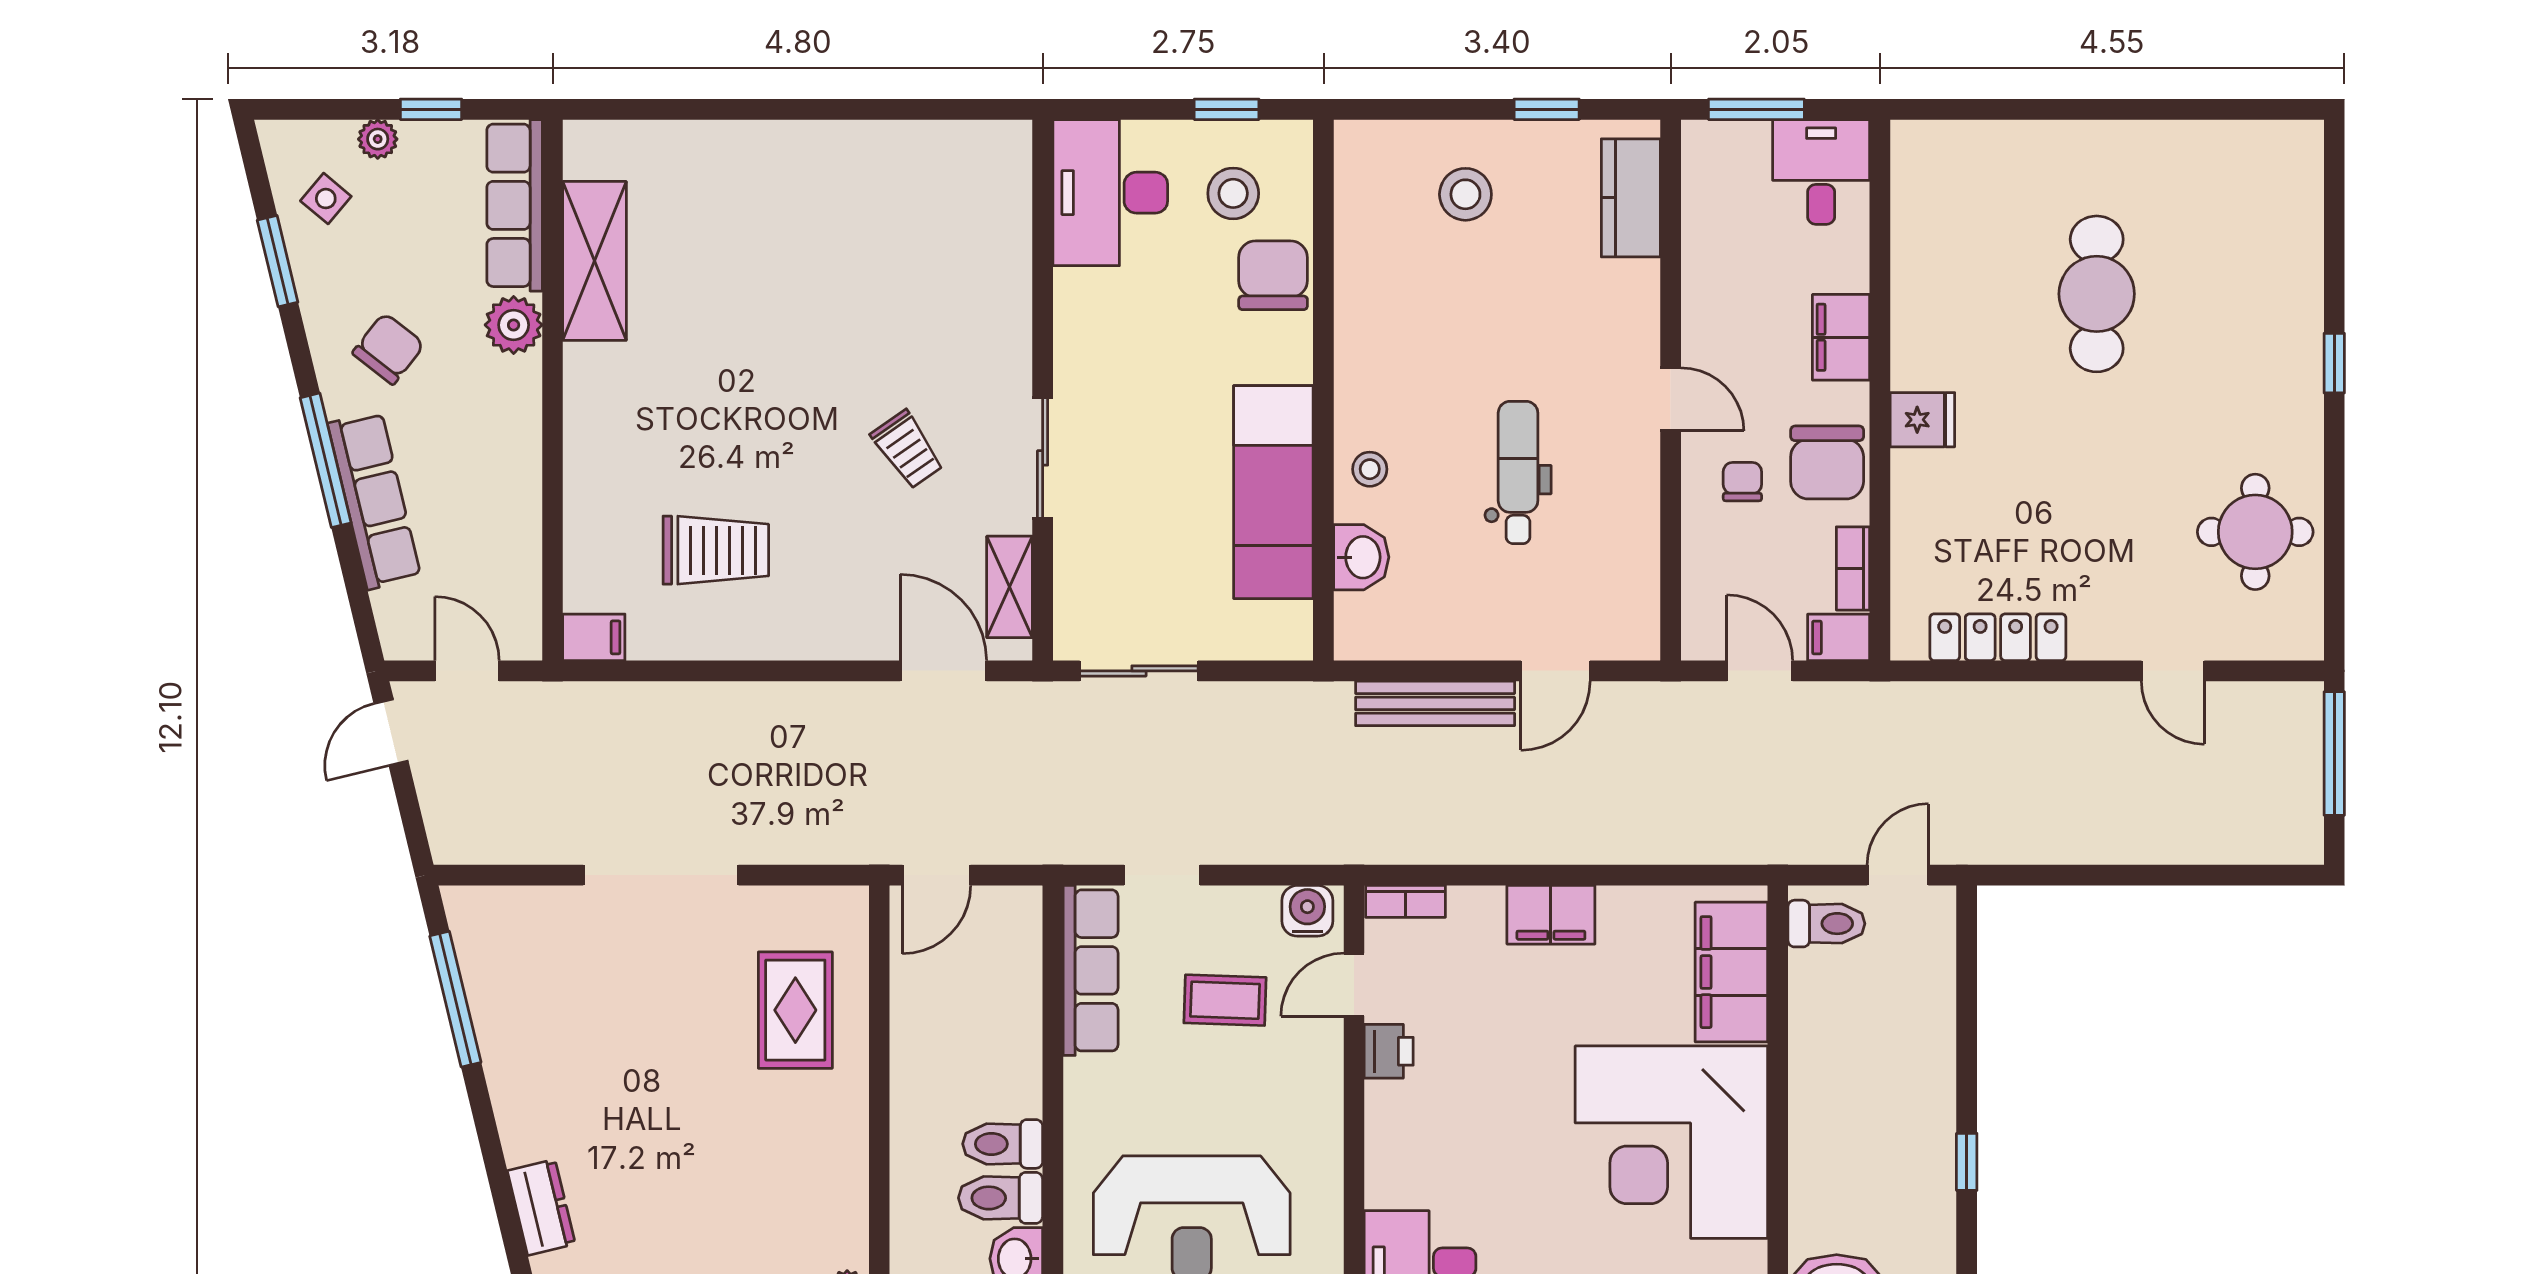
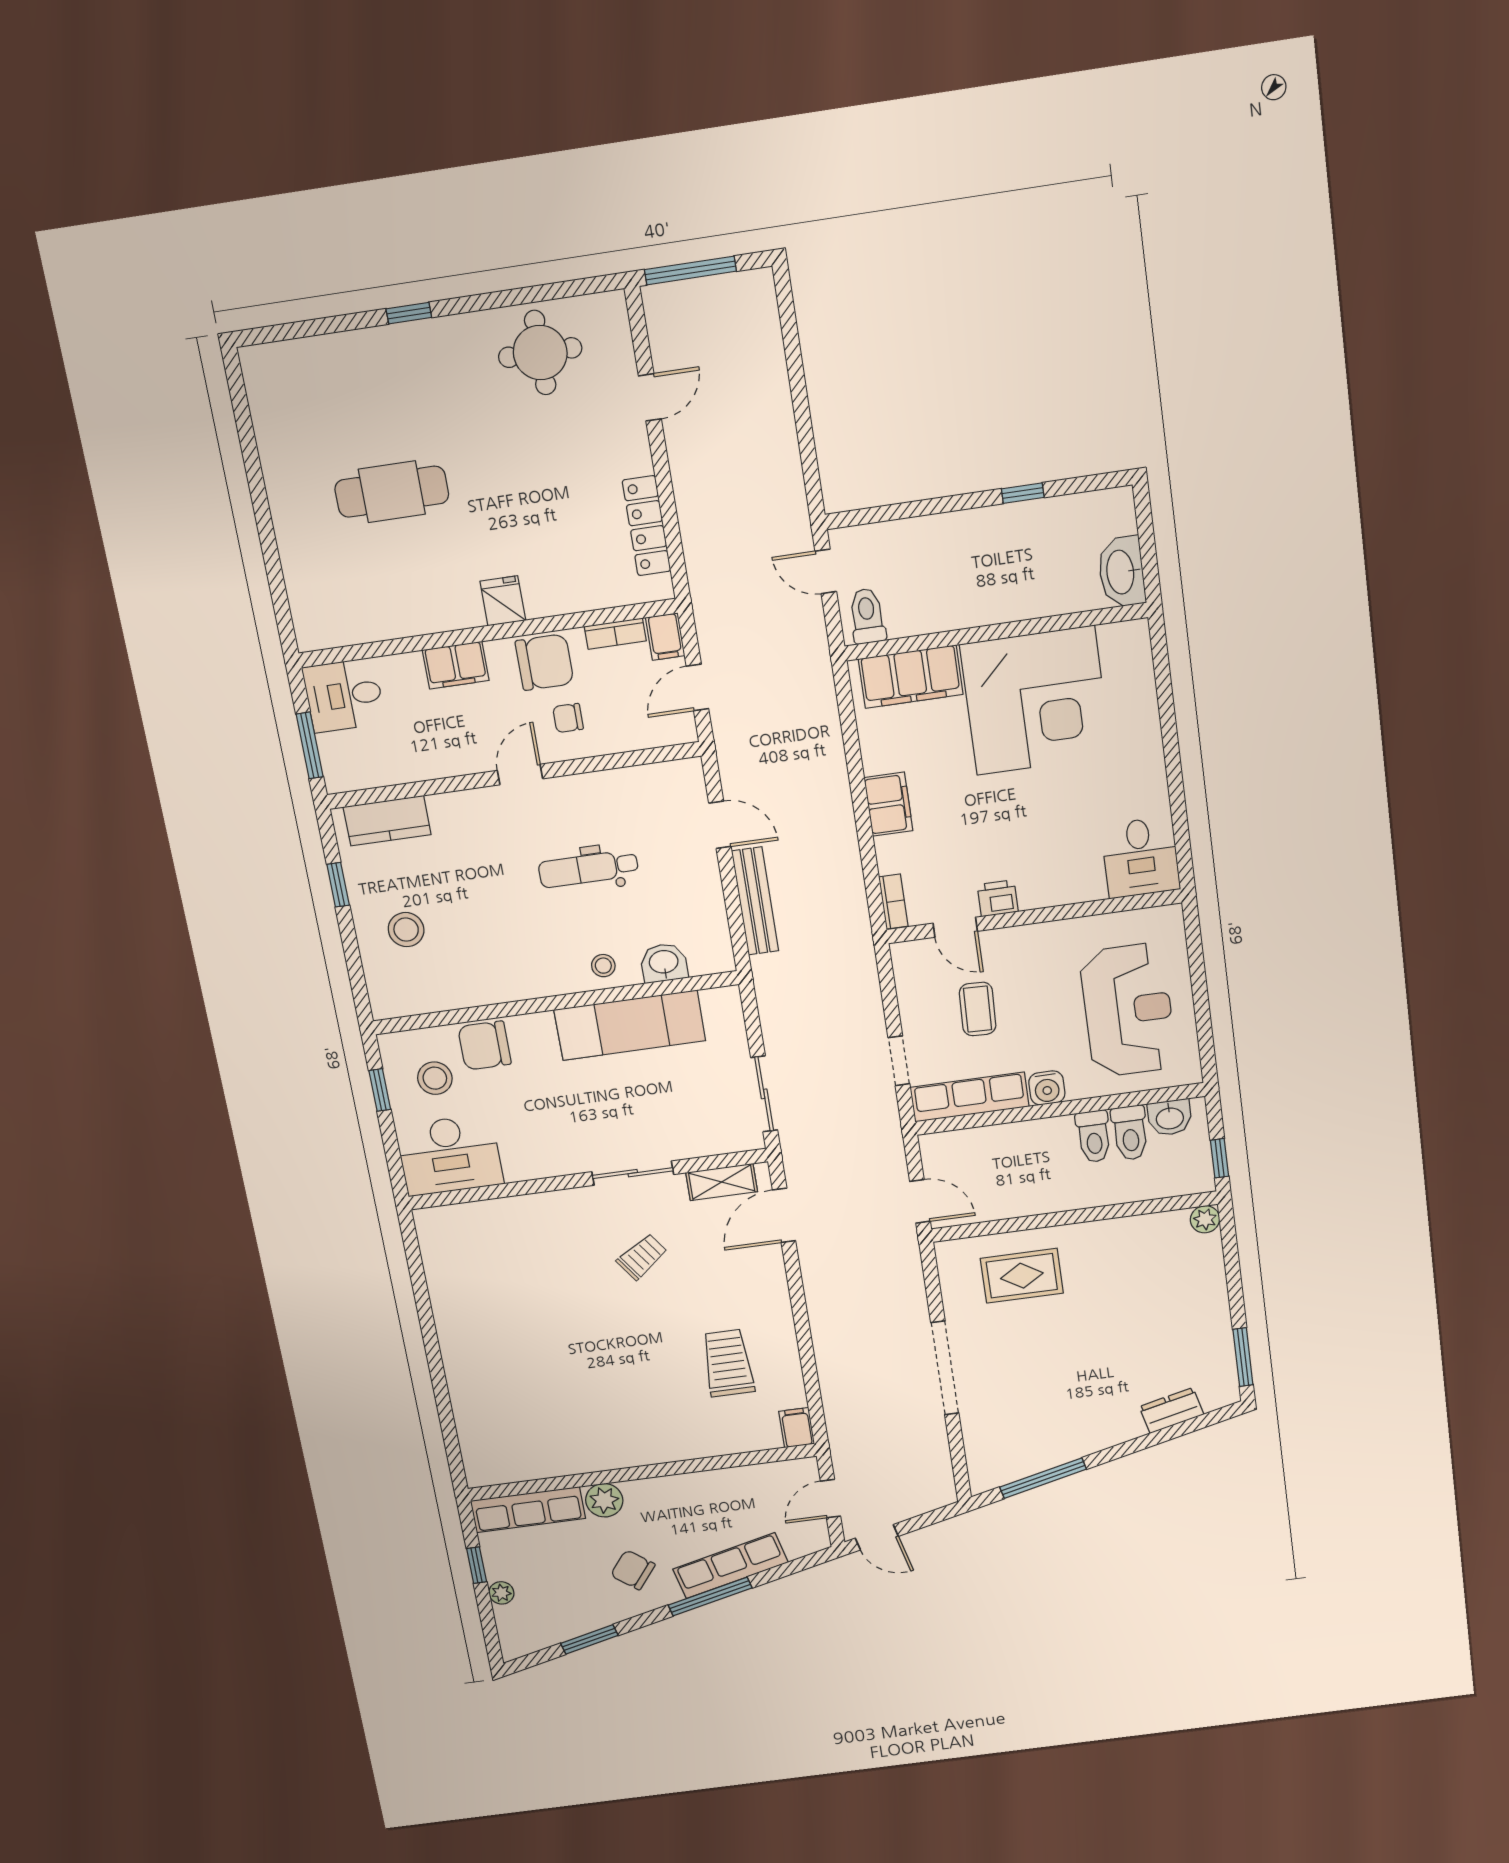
side table: (326, 199) -> (545, 1617), removed
shelving: (595, 261) -> (554, 1459), removed
water cooler: (1307, 911) -> (1047, 1088), moved, turned -90

